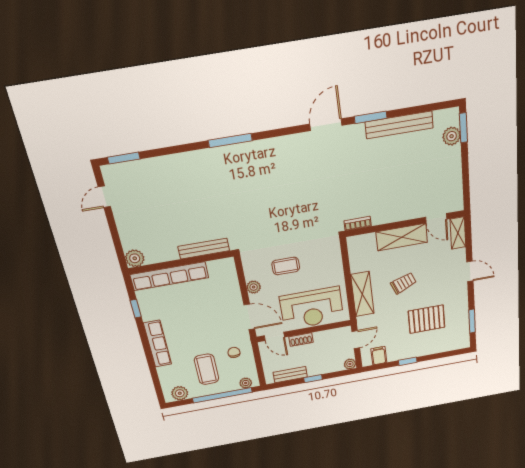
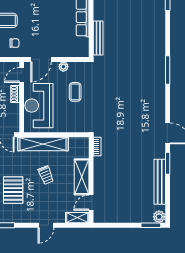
plant: (452, 136) -> (159, 217), moved
shelving: (362, 294) -> (43, 144), width x1.47

